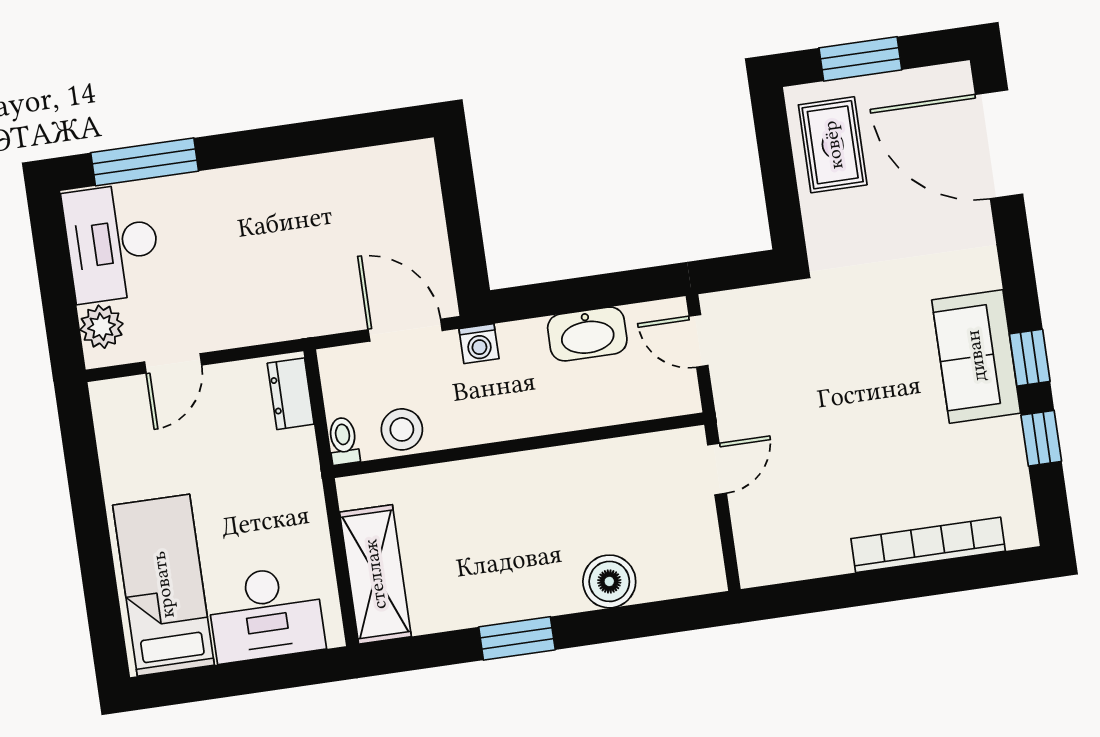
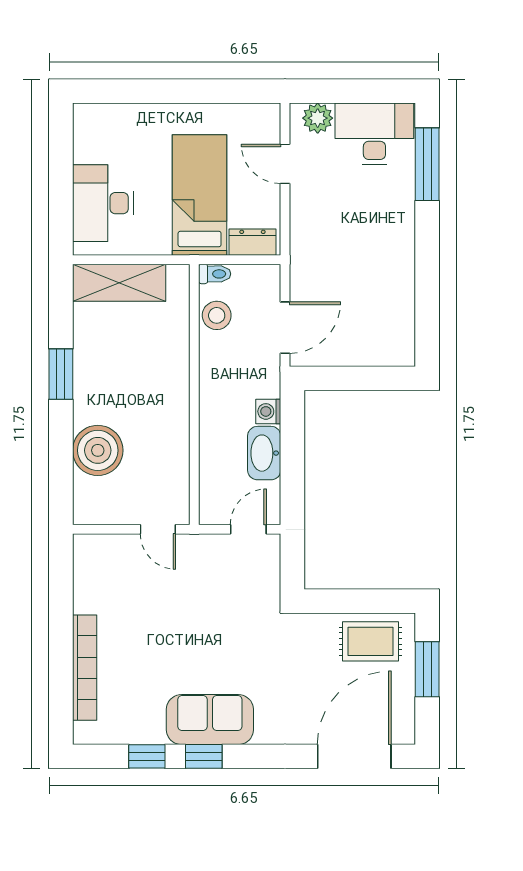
washing machine: (479, 344) -> (268, 411), moved
boiler: (609, 581) -> (98, 450), width x1.37, depth x1.37
bed: (163, 585) -> (200, 195), moved, turned -90

